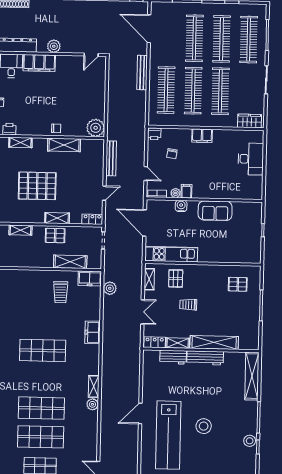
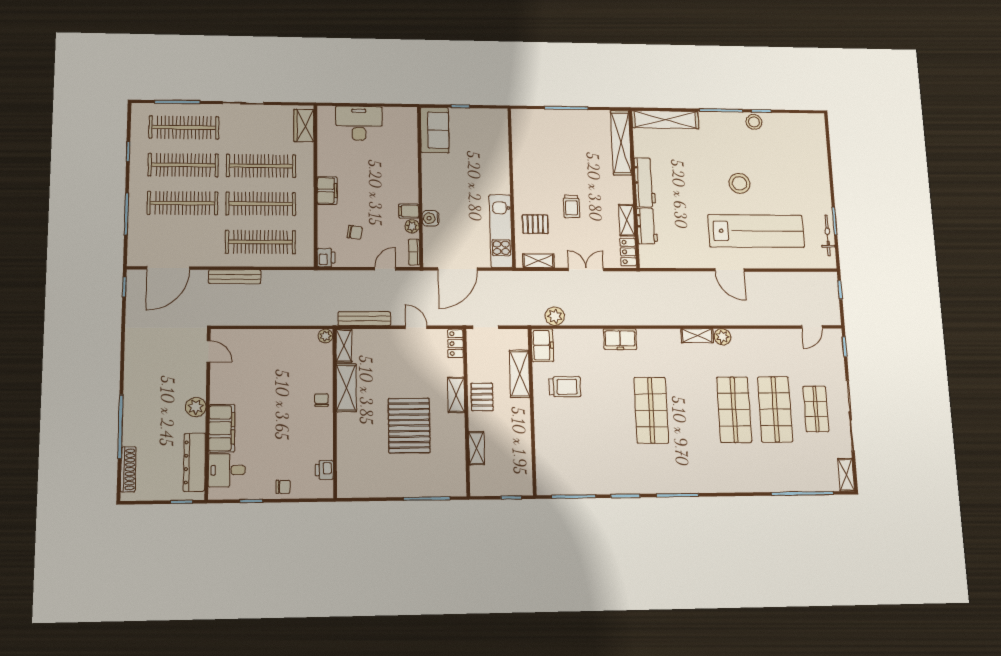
plant: (96, 128) -> (326, 336), width x0.53, depth x0.53
shelving: (20, 143) -> (344, 346), moved
sofa: (215, 211) -> (435, 130), moved
pallet: (238, 284) -> (539, 140), removed
shelving: (214, 342) -> (621, 143), moved

